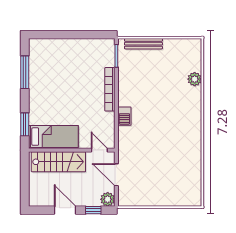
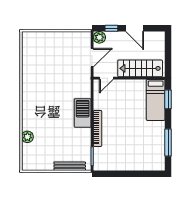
barbecue: (124, 116) -> (83, 113), width x1.88, depth x1.53
bed: (53, 137) -> (156, 100), moved, turned -90
door: (99, 150) -> (106, 78), hinge flipped
door: (116, 175) -> (92, 58), hinge flipped

